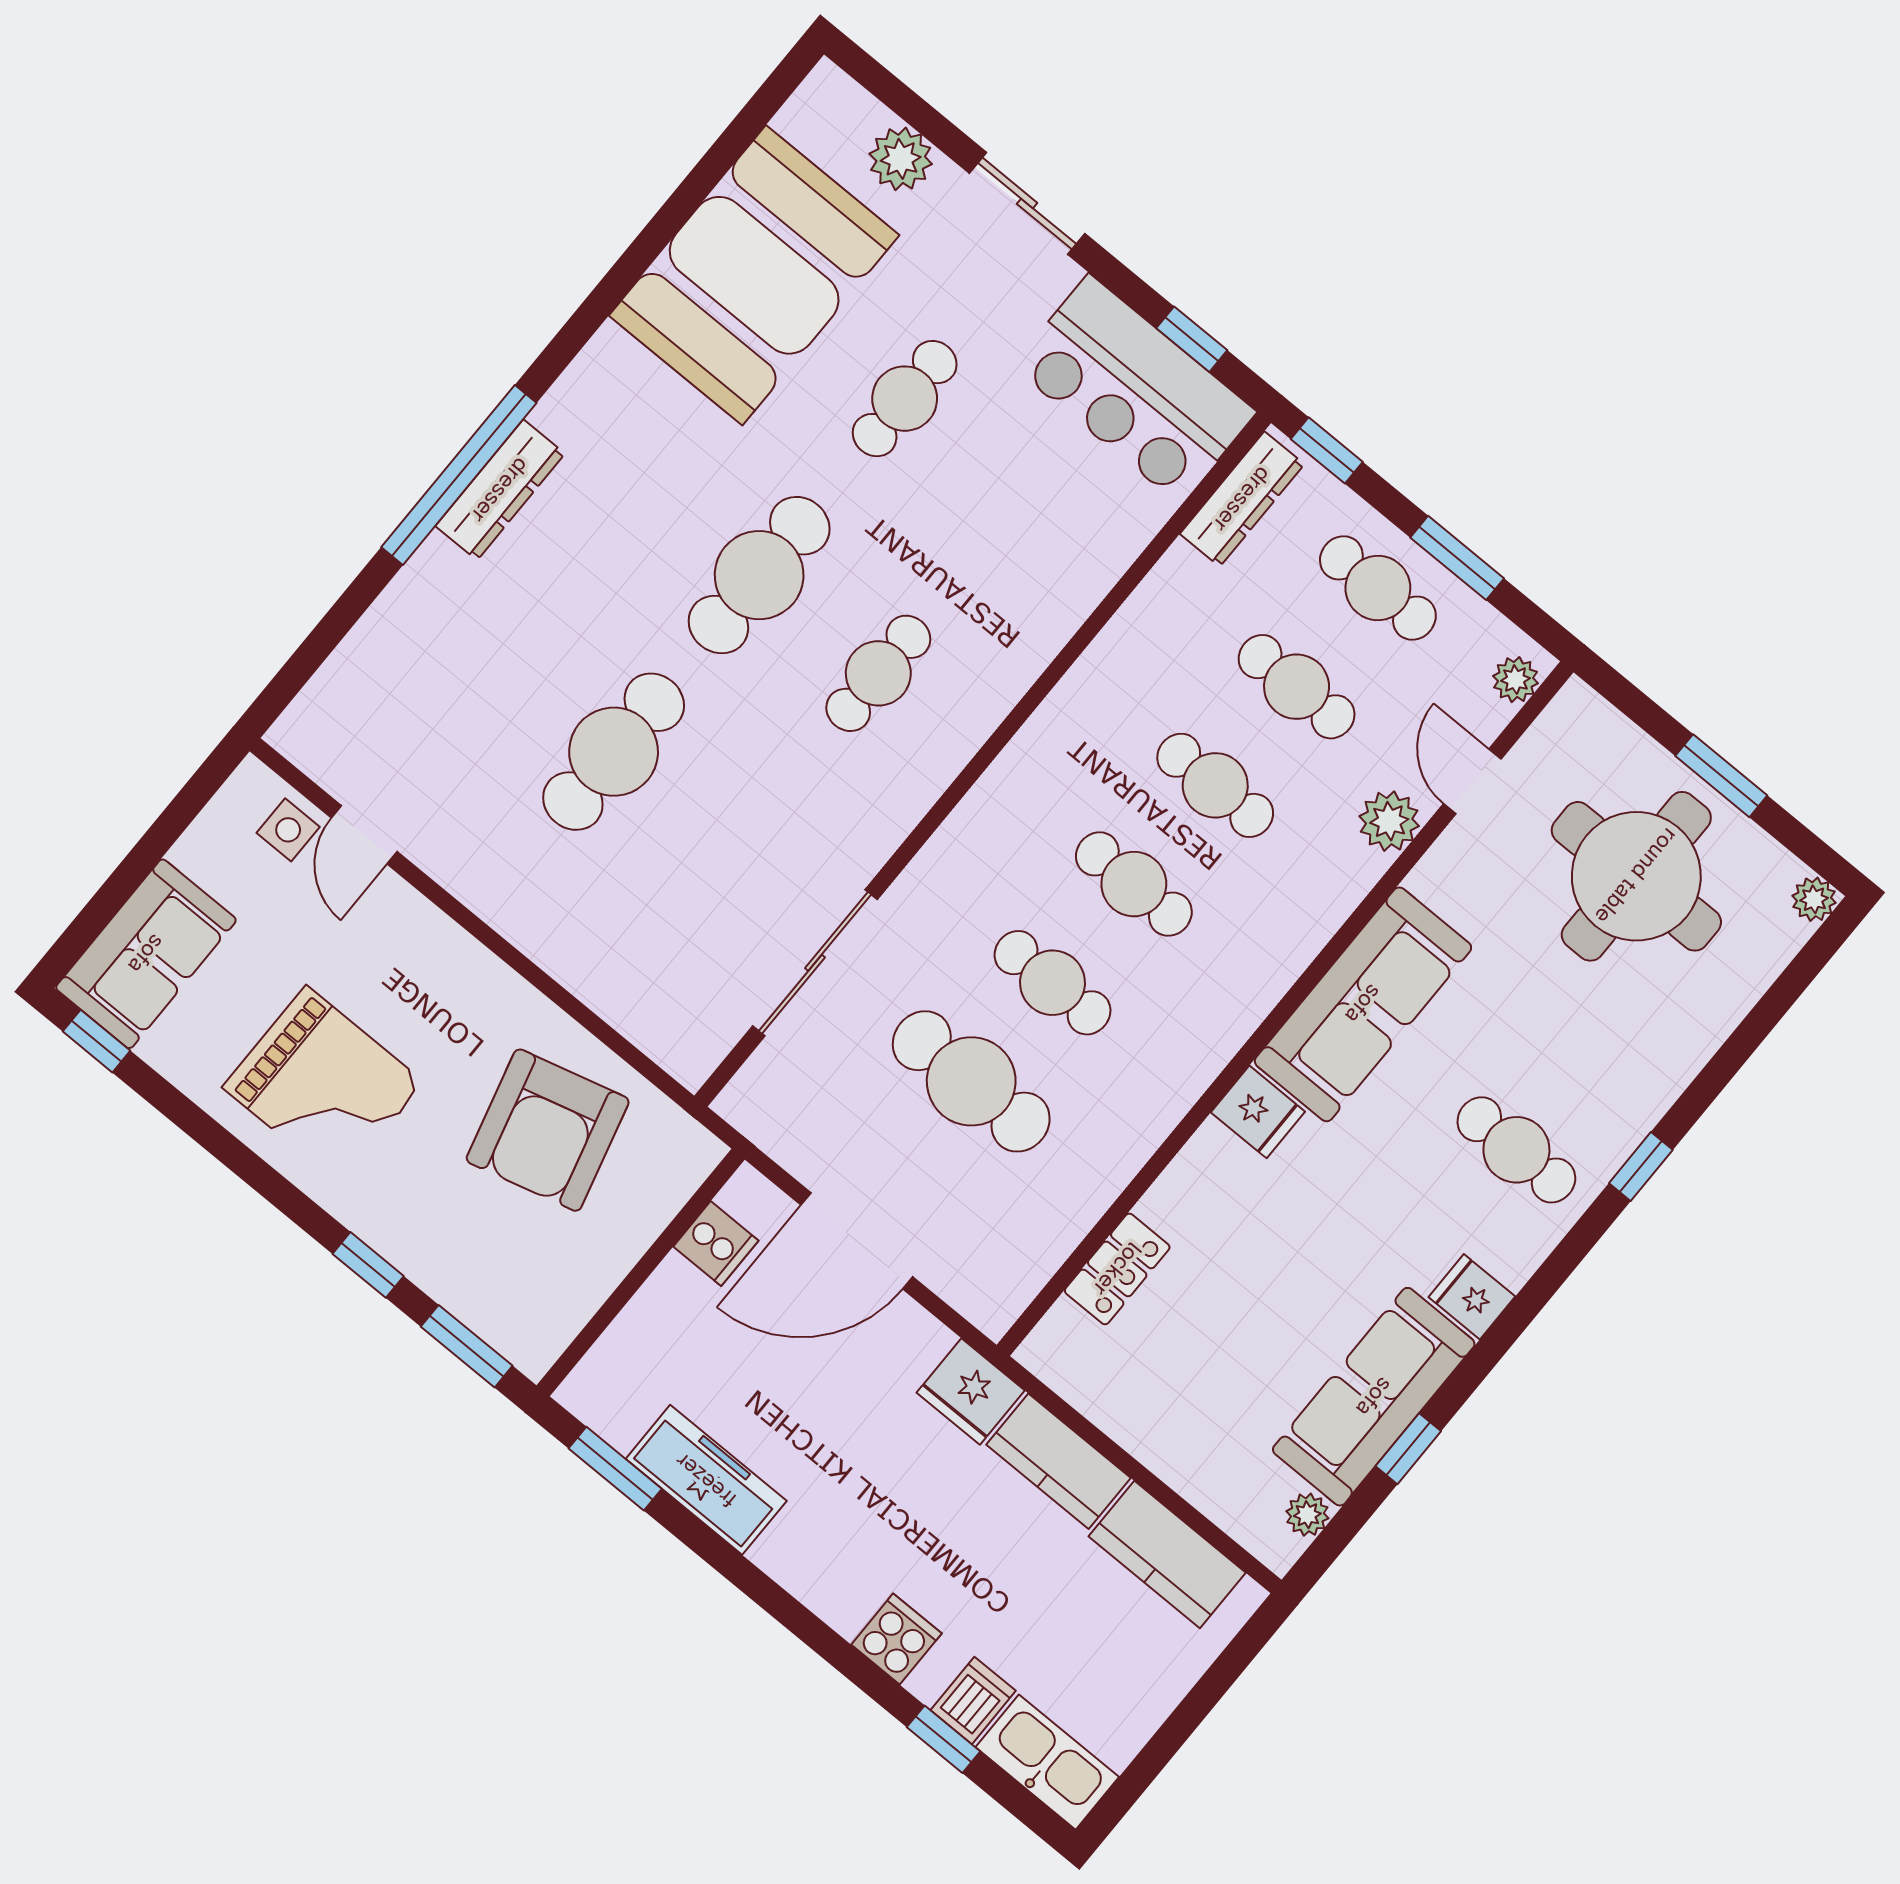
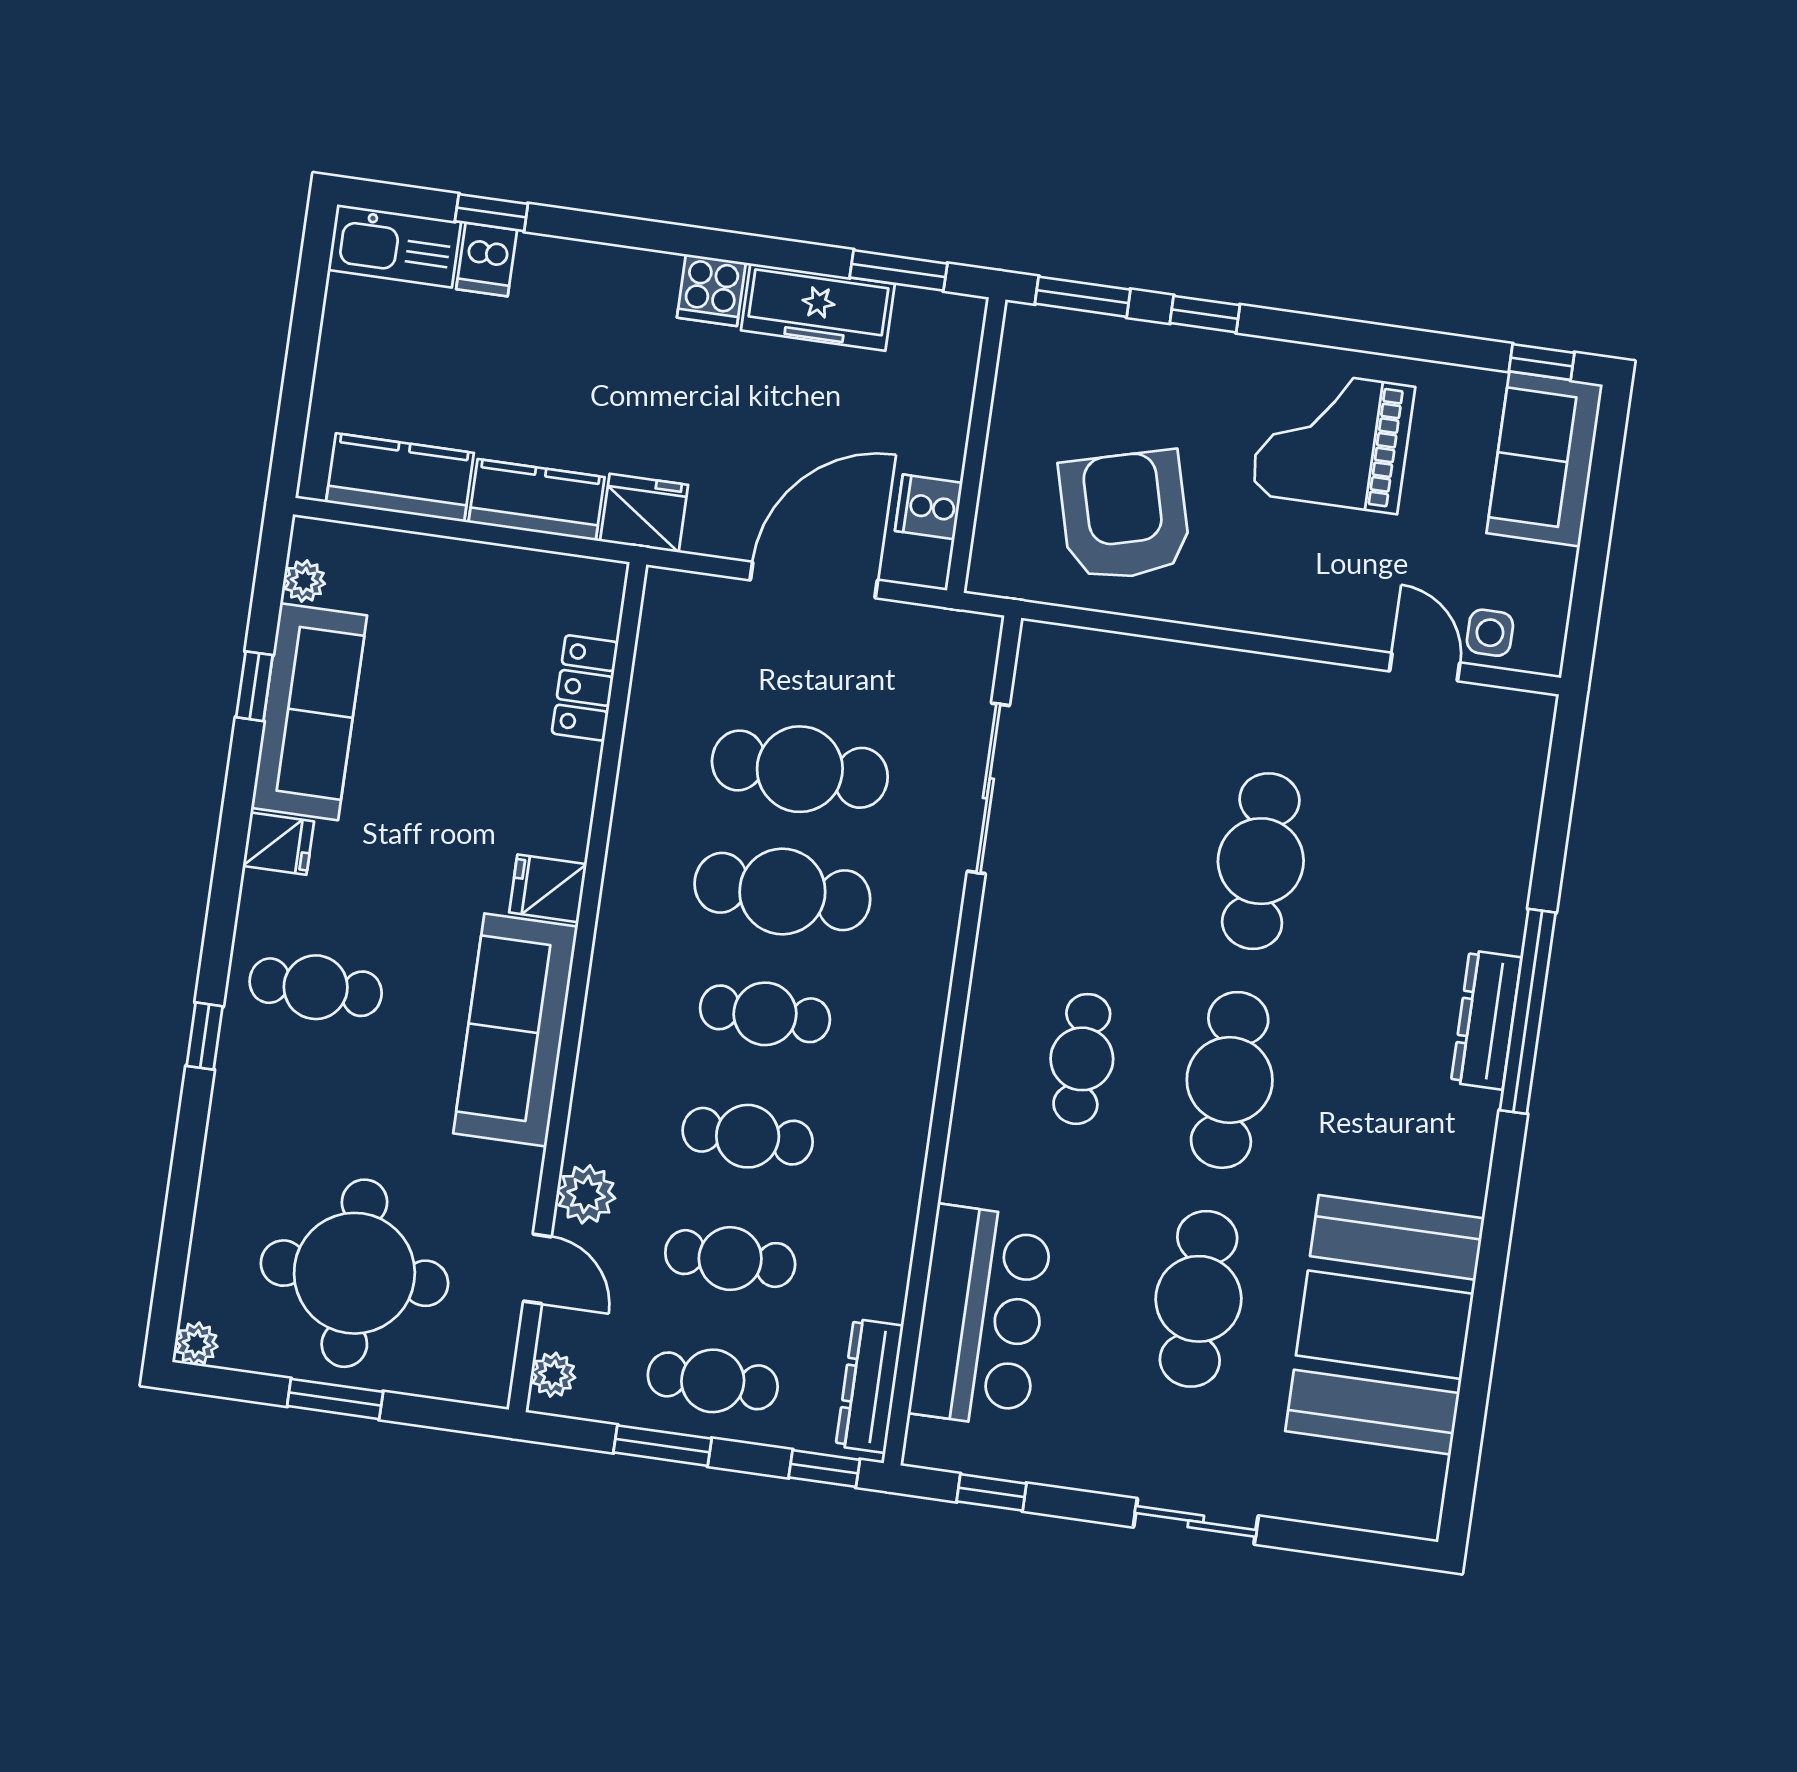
plant: (901, 159) -> (1322, 1495), removed
bar counter: (1134, 389) -> (981, 1316), moved, turned 90
cafe table: (905, 399) -> (1198, 1299), width x1.37, depth x1.35
cafe table: (1053, 983) -> (782, 891), width x1.37, depth x1.35
cooker: (896, 1639) -> (711, 290), moved

